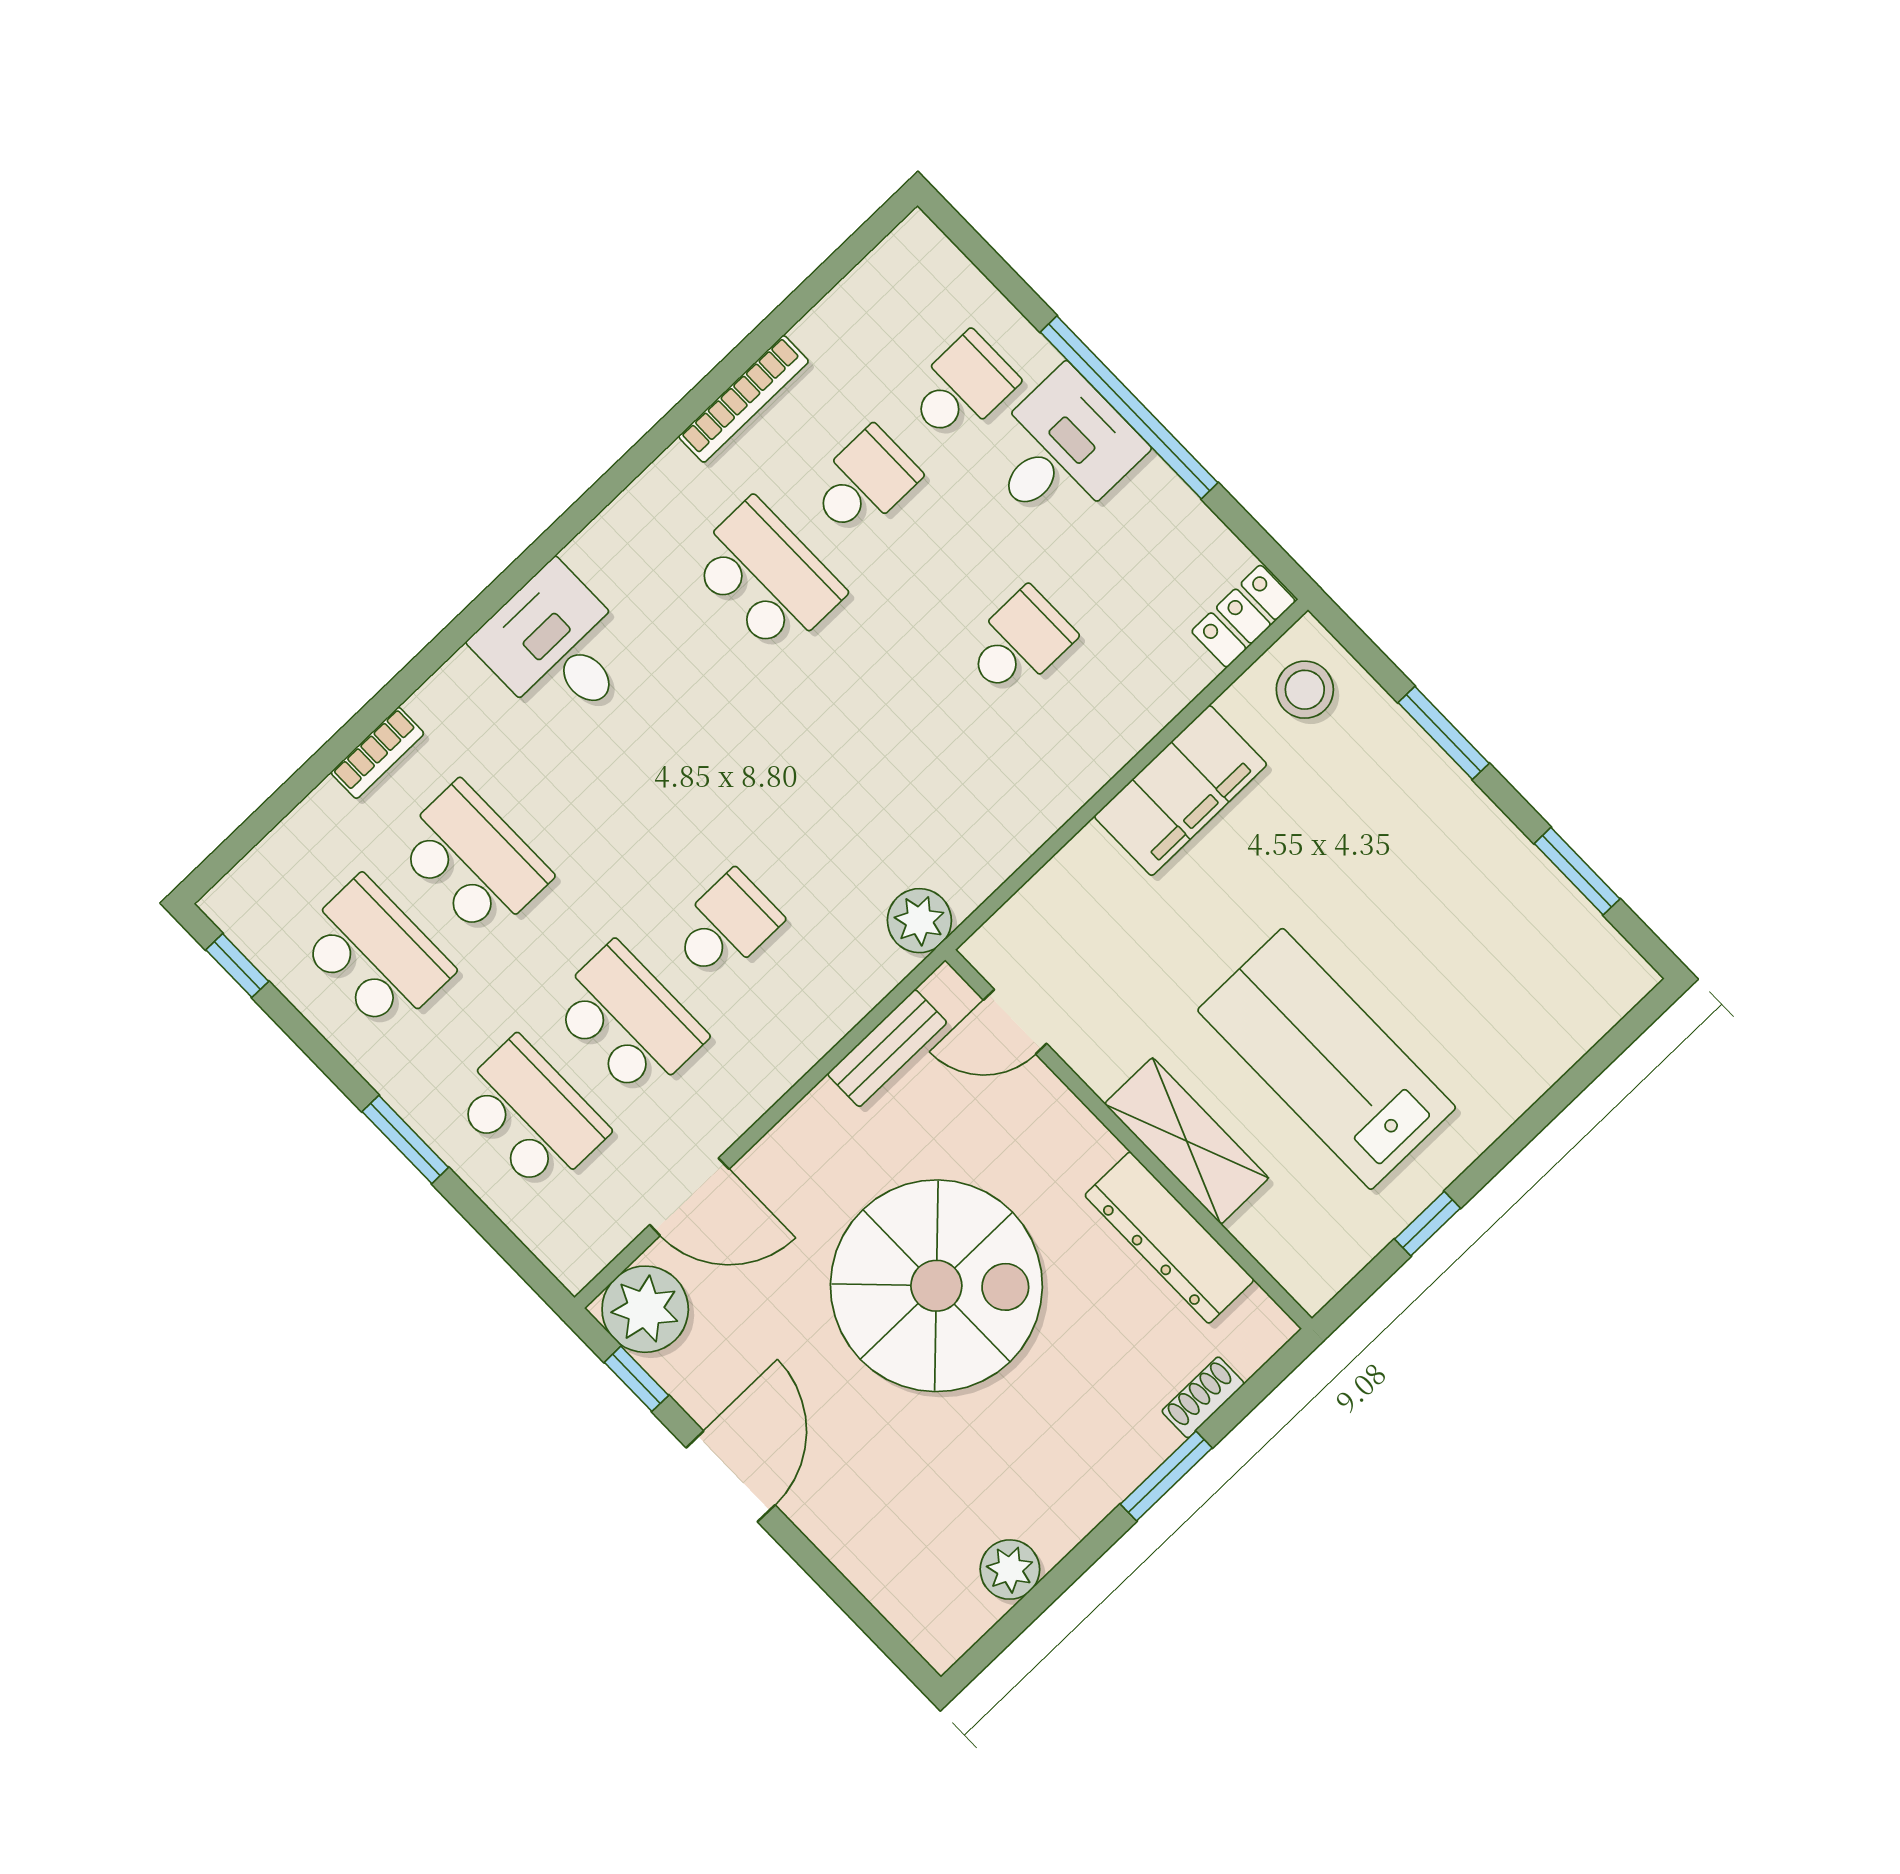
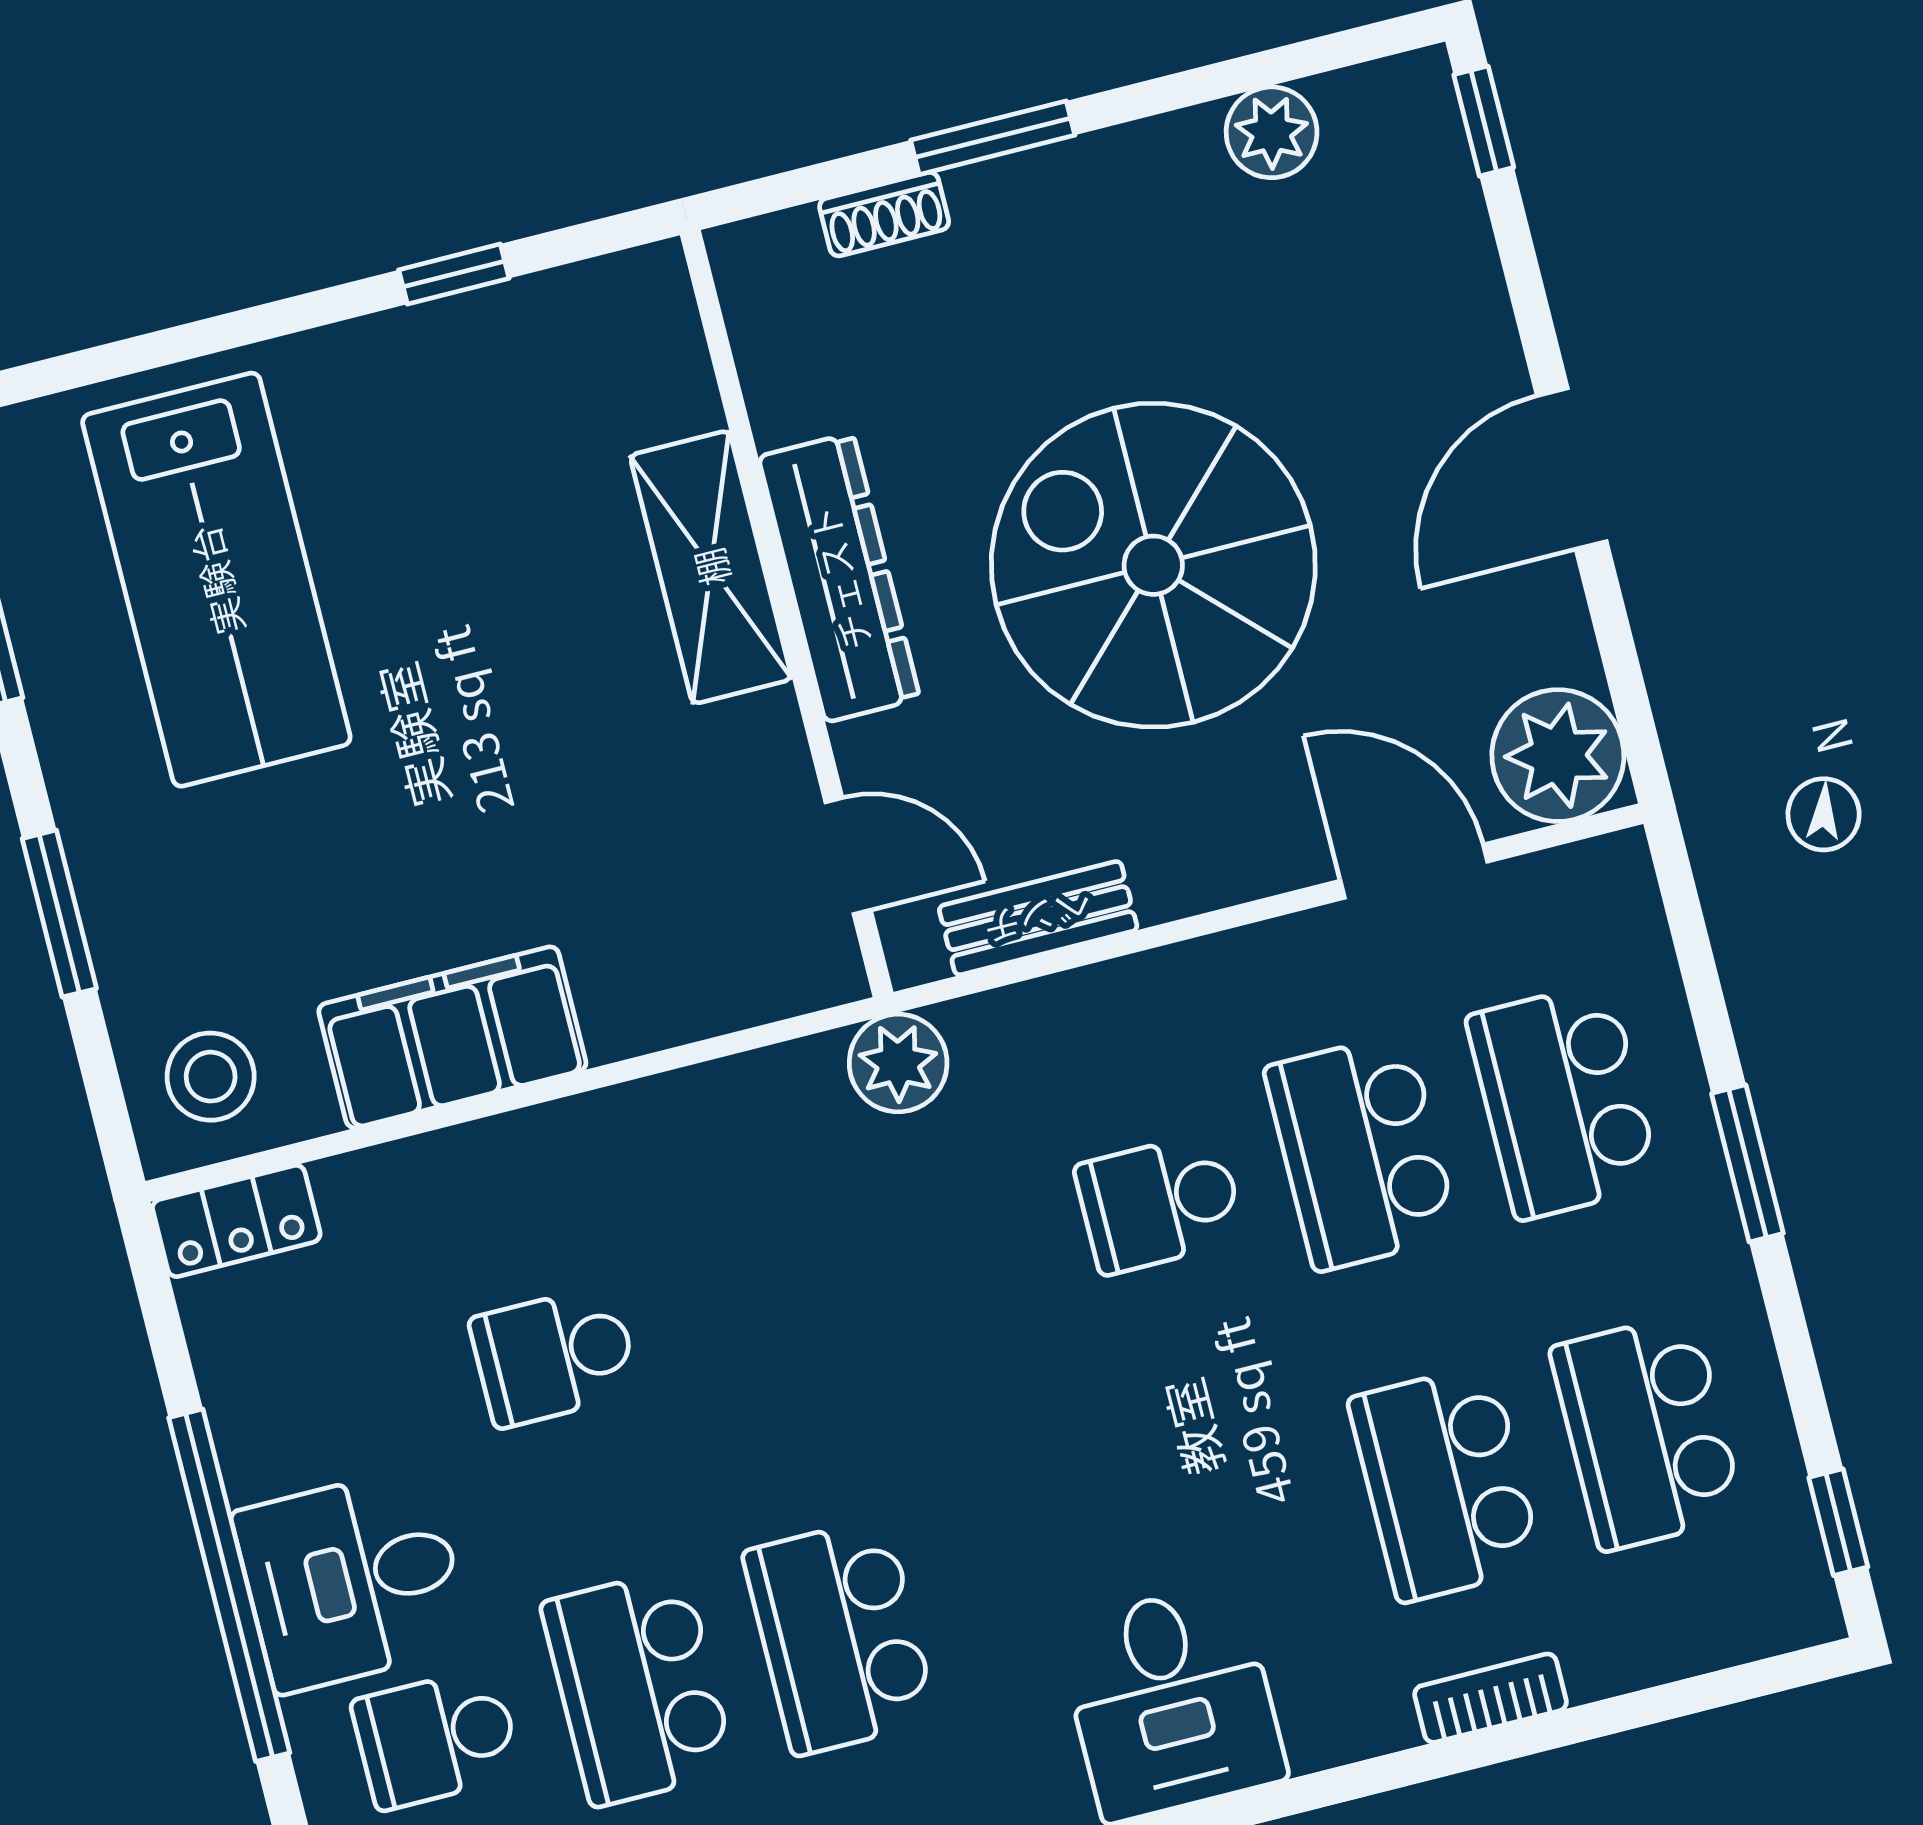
school desk: (864, 482) -> (638, 1687), width x1.85
lab bench: (1327, 1059) -> (216, 580), moved
dresser: (1169, 1238) -> (839, 578), moved
window: (636, 1379) -> (1484, 121), moved

